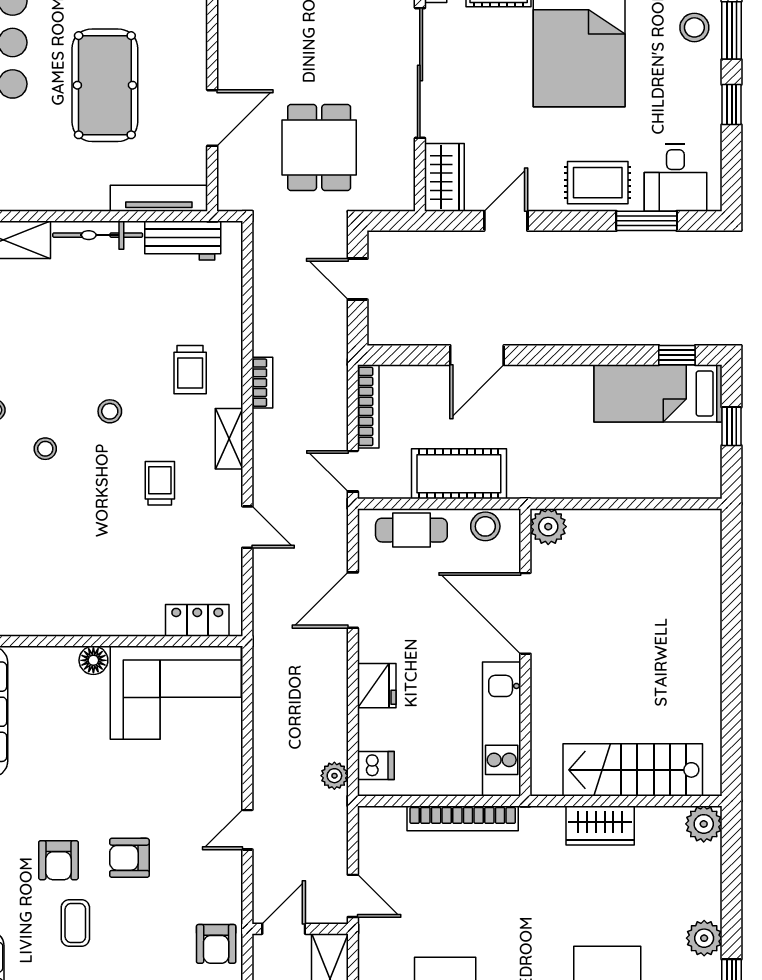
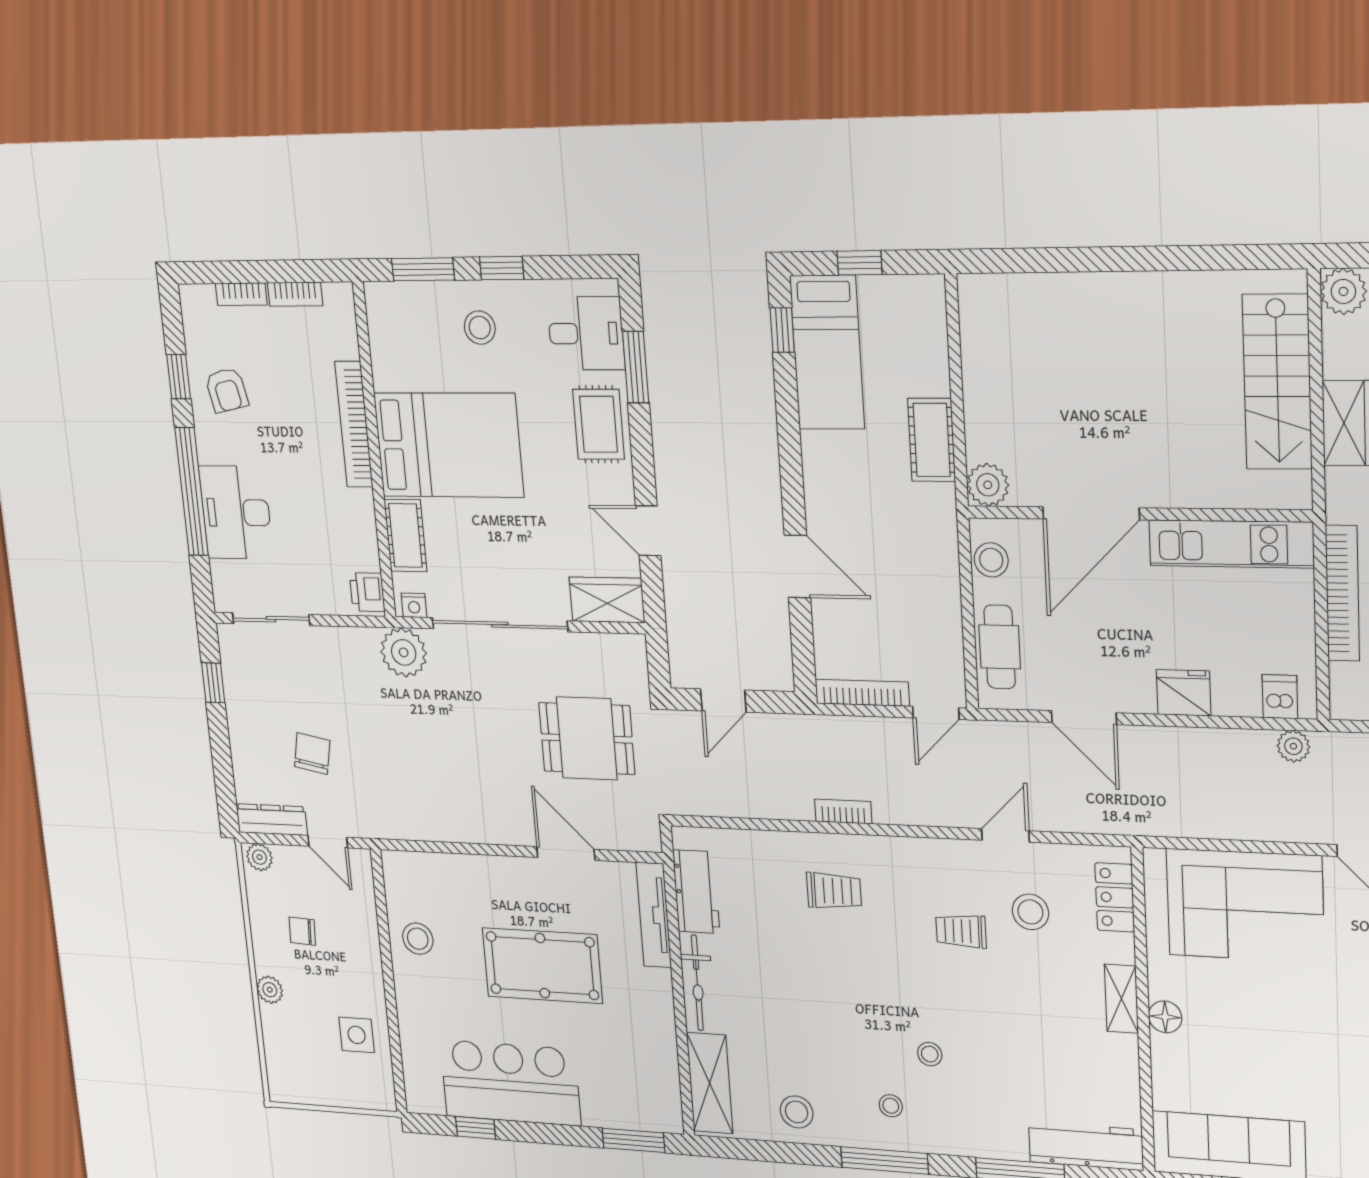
stool: (694, 27) -> (480, 328), moved
stool: (110, 411) -> (1030, 912), moved, width x1.37, depth x1.37
shelving: (229, 439) -> (1121, 999), moved, turned 90
cot: (459, 474) -> (932, 440), moved, width x0.73, depth x0.75
corner sofa: (176, 693) -> (1245, 906), moved, turned 90

